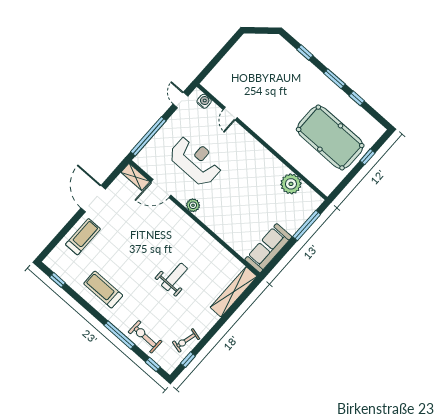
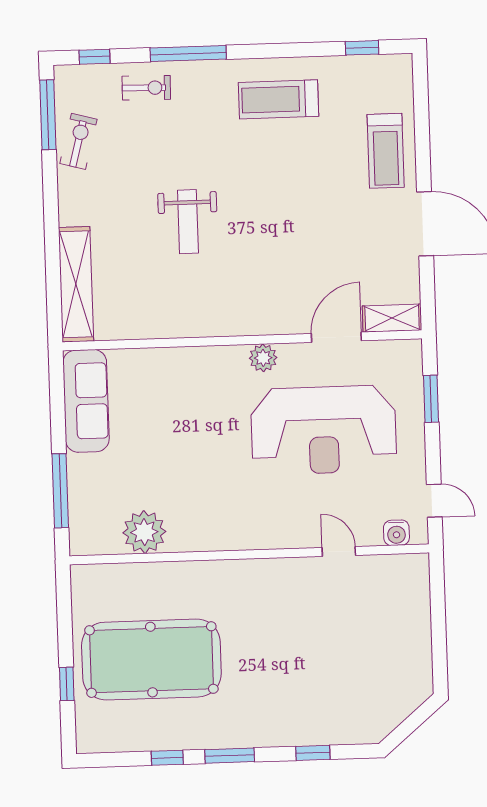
window: (148, 136) -> (431, 399), width x0.47
reception desk: (196, 161) -> (324, 430), width x1.36, depth x1.30
treadmill: (103, 290) -> (279, 99), turned 180
exercise bike: (145, 337) -> (146, 88), width x0.73, depth x0.72
window: (188, 360) -> (48, 115), width x2.17

